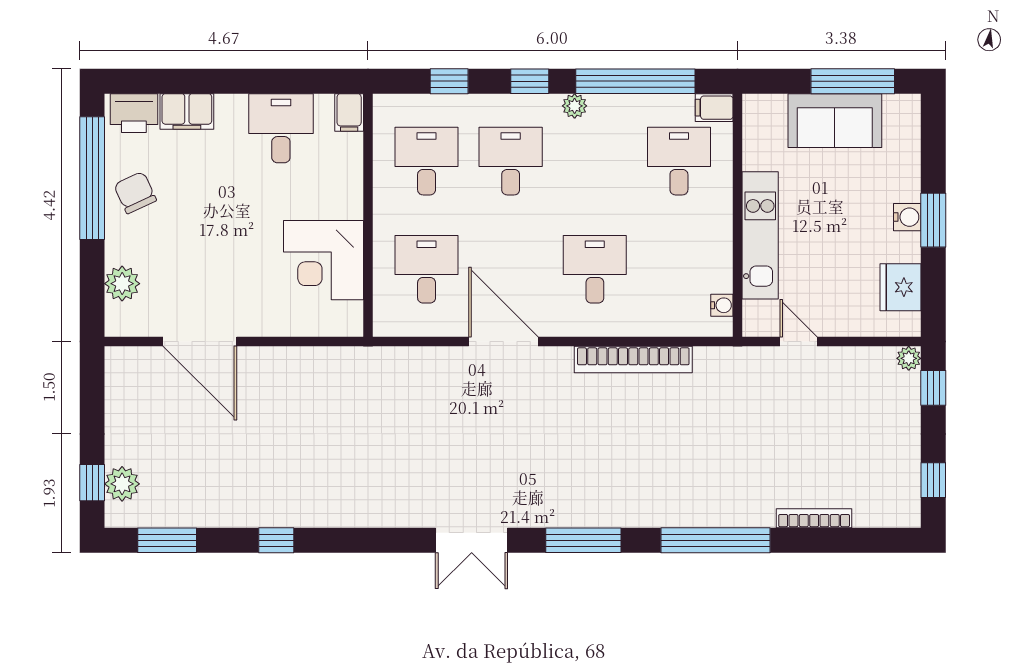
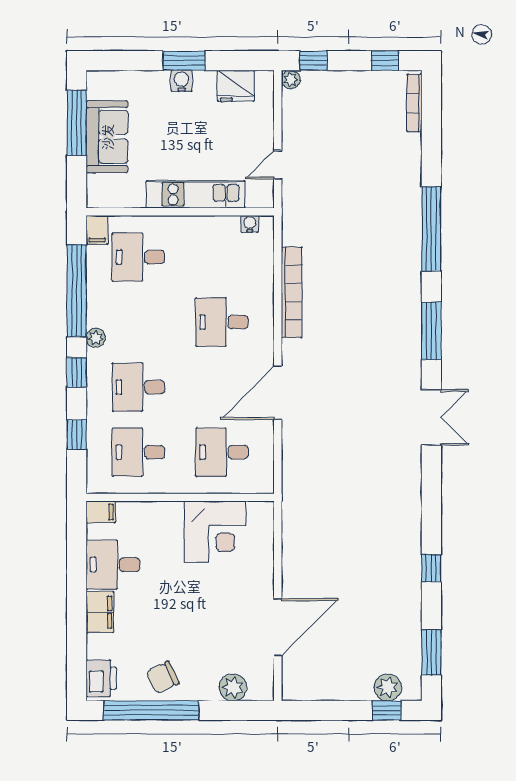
filing cabinet: (187, 111) -> (100, 612), moved
bookcase: (814, 518) -> (414, 103), moved

